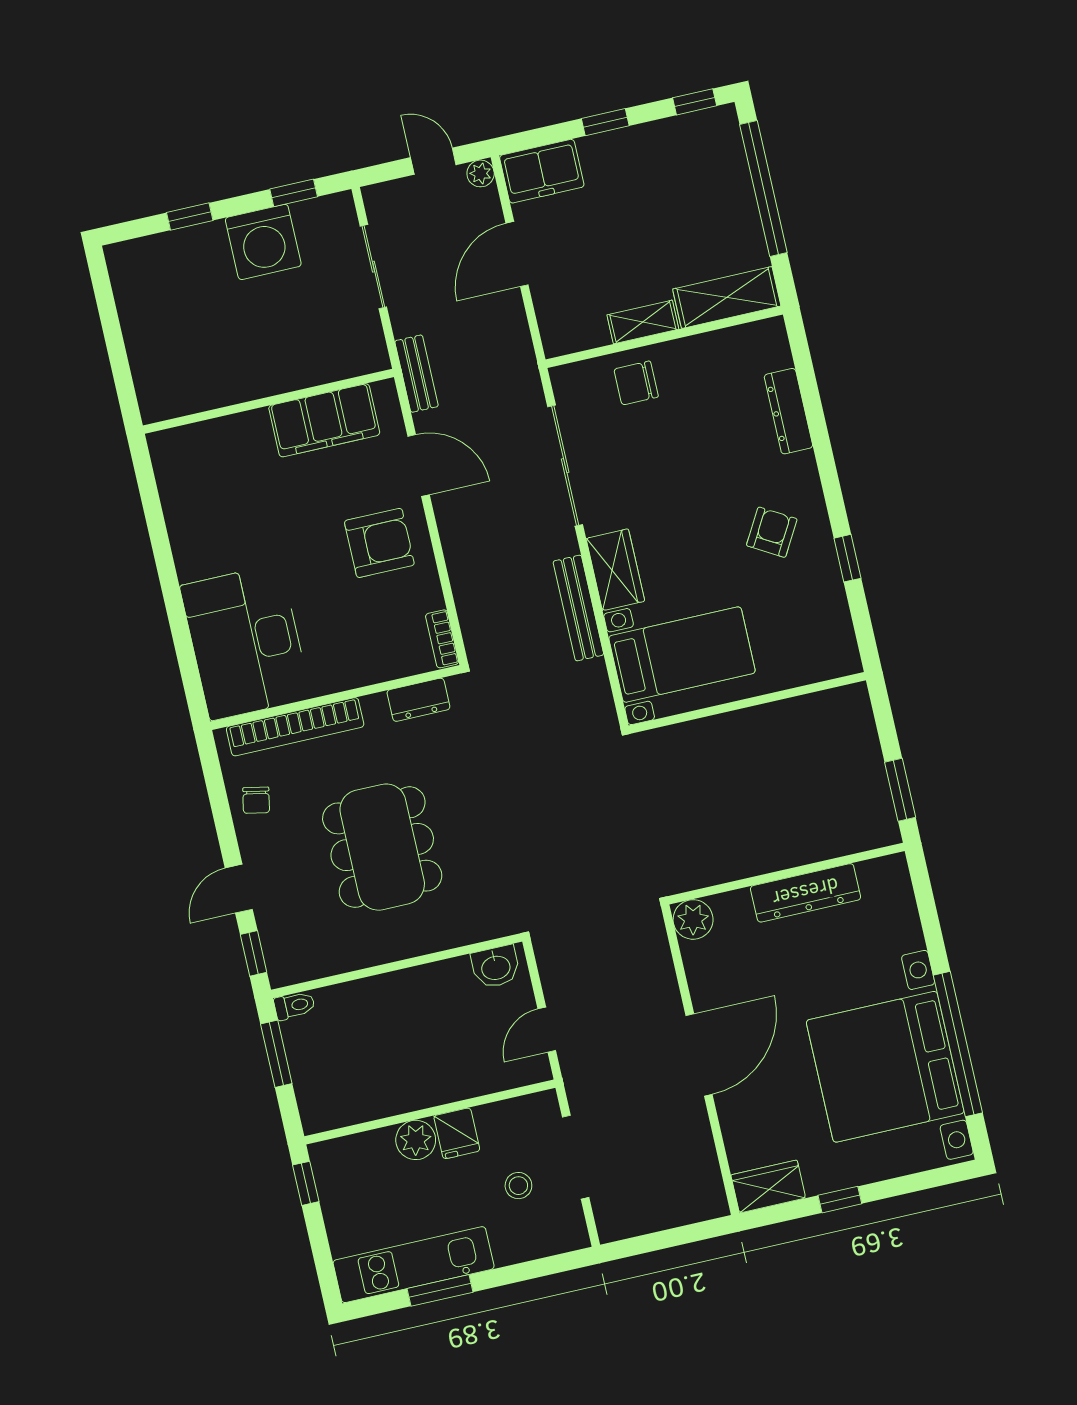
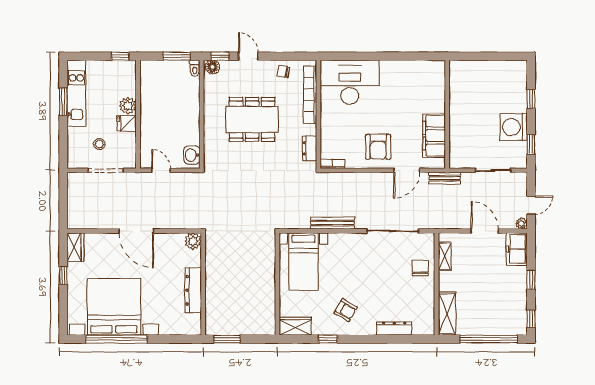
shelving: (643, 322) -> (445, 256), moved
wardrobe: (615, 570) -> (295, 326), moved, turned 180
floor lamp: (282, 966) -> (212, 67), added

